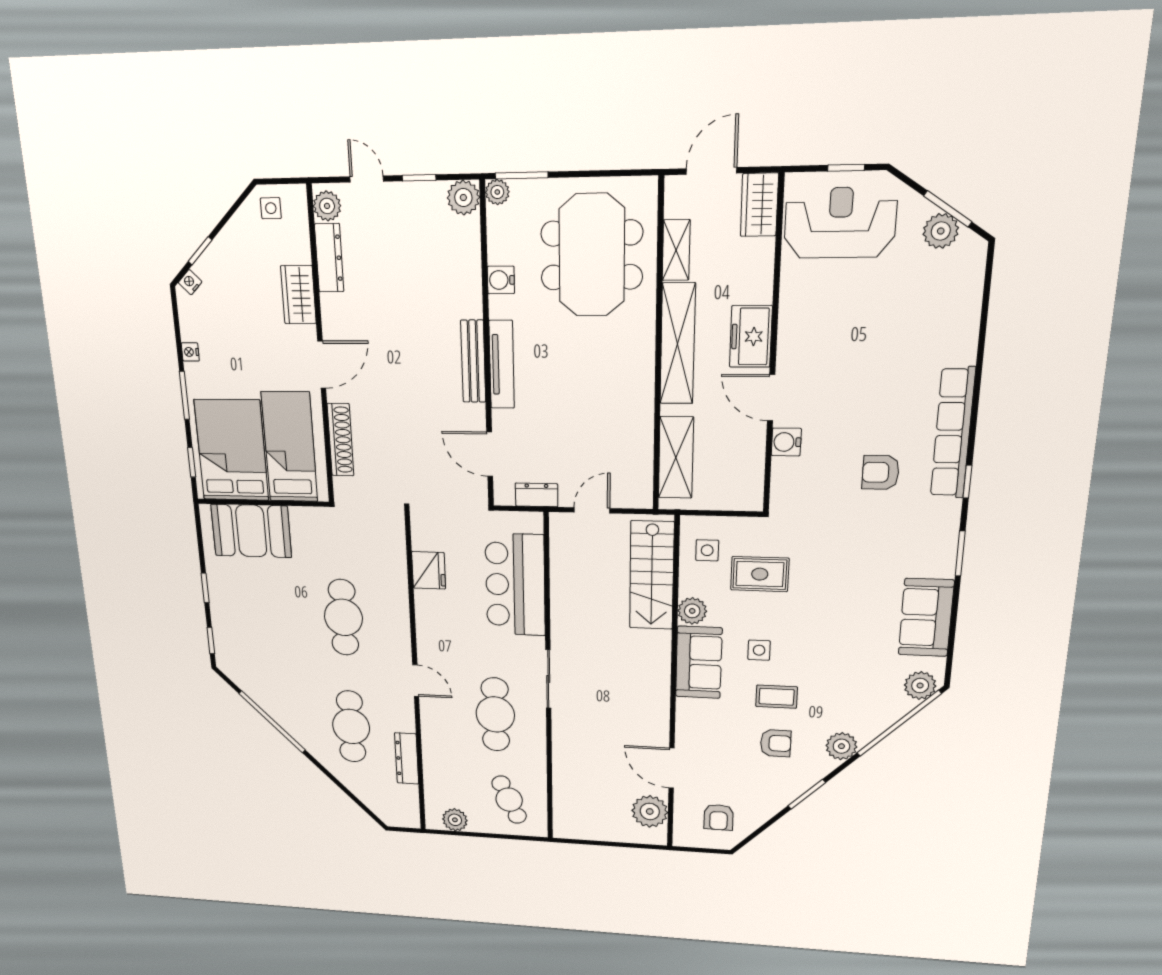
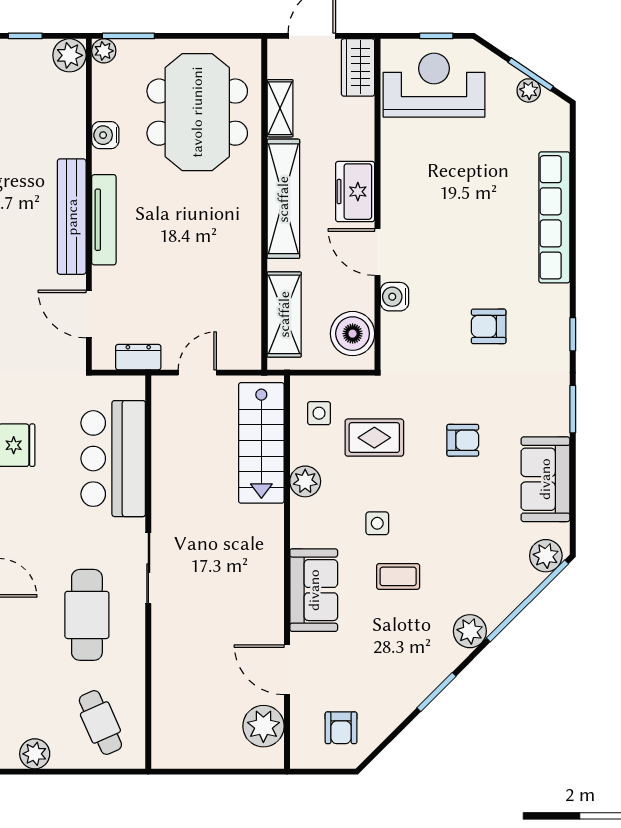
plant: (941, 231) -> (529, 90), width x0.73, depth x0.73
bench: (473, 361) -> (72, 217), width x1.37, depth x1.21
row of seats: (953, 433) -> (554, 217), moved
boiler: (743, 477) -> (353, 334), added
sofa: (699, 662) -> (314, 590), moved
armchair: (776, 743) -> (463, 440), moved

